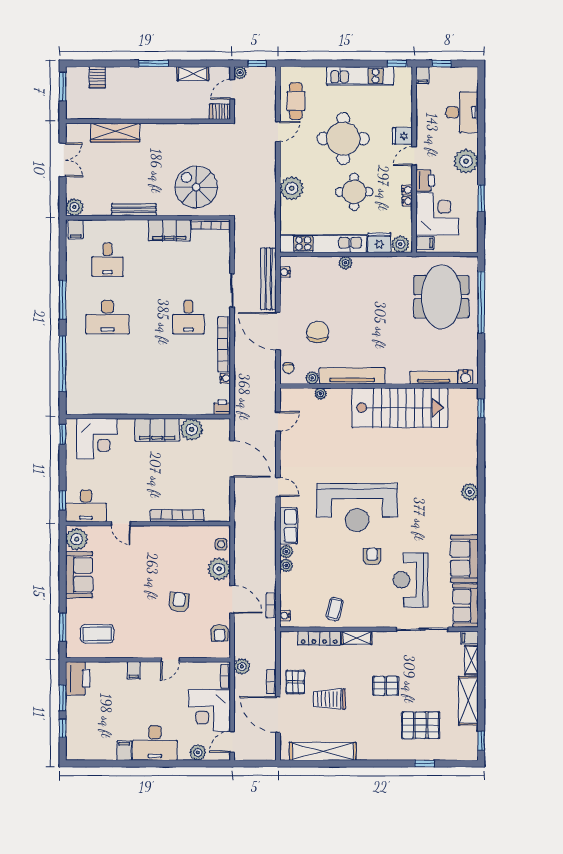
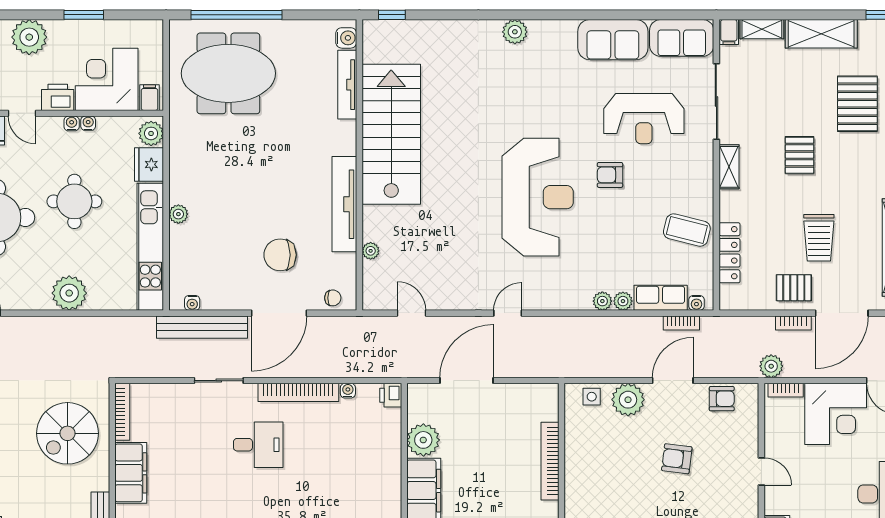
plant: (312, 378) -> (347, 263), removed
row of seats: (288, 526) -> (661, 298), moved
coffee table: (335, 609) -> (687, 230), width x1.36, depth x1.30
shelving: (357, 638) -> (729, 167), moved

